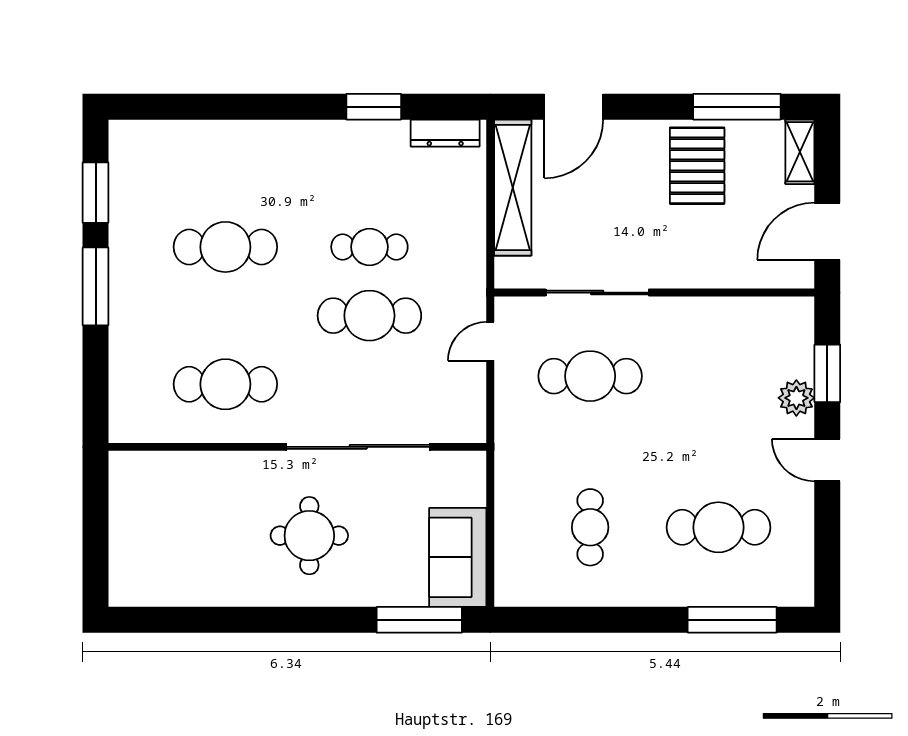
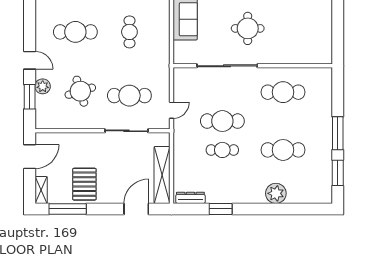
plant: (242, 144) -> (276, 193), added
round table: (707, 386) -> (80, 91), added

